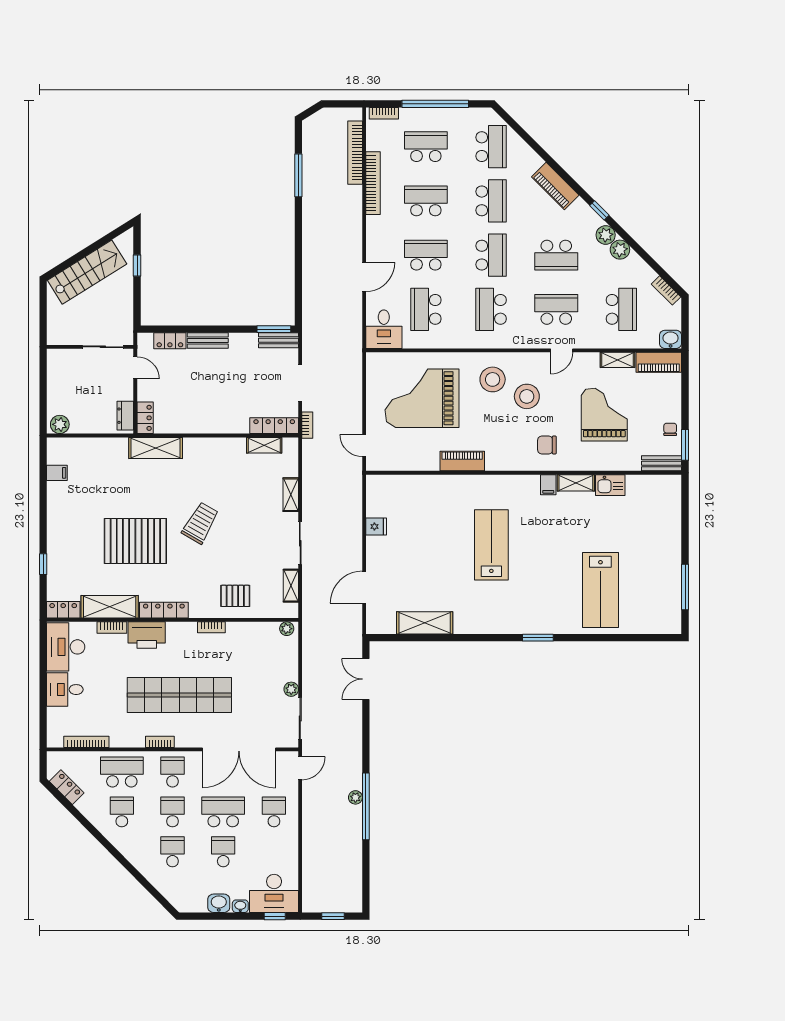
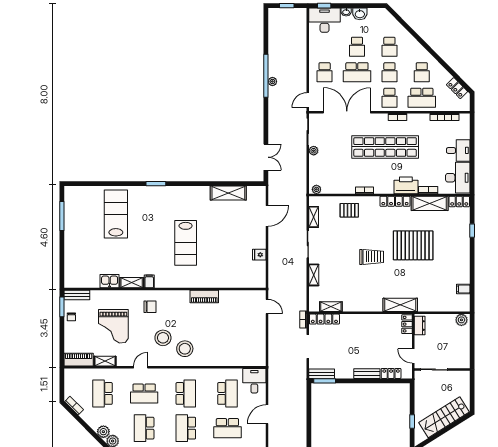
school desk: (556, 255) -> (144, 428), turned -90
washbasin: (671, 339) -> (71, 374), removed
grand piano: (422, 398) -> (230, 337), removed
trolley: (200, 523) -> (372, 257), turned -120

